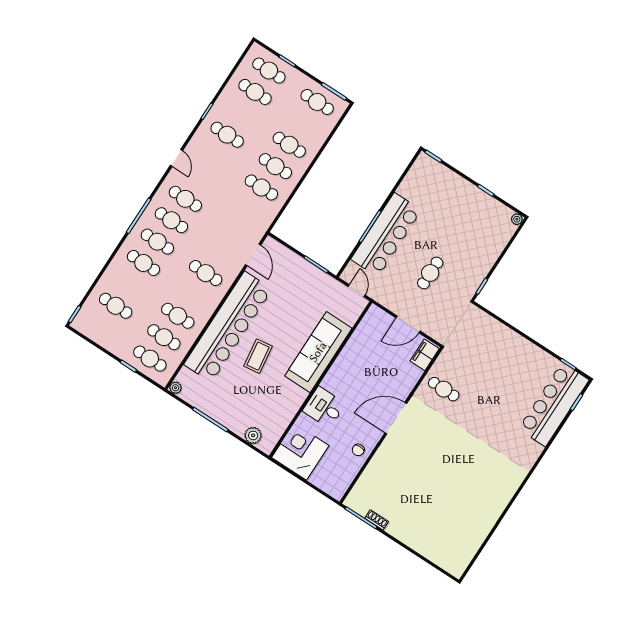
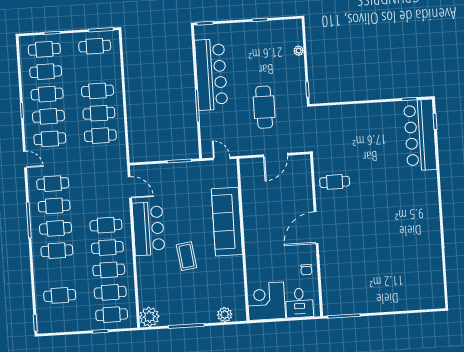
cafe table: (241, 113) -> (47, 94), added
cafe table: (213, 156) -> (50, 139), added
plant: (517, 219) -> (299, 51), moved
bar counter: (386, 235) -> (211, 74), moved
cafe table: (430, 273) -> (264, 107), width x1.37, depth x1.35
cafe table: (192, 294) -> (107, 248), added
bar counter: (228, 327) -> (148, 229), width x0.54
filing cabinet: (425, 355) -> (303, 168), removed
plant: (175, 388) -> (149, 317), width x1.88, depth x1.88
desk: (324, 407) -> (299, 303), moved, turned -90
shoe rack: (377, 520) -> (356, 309), removed

